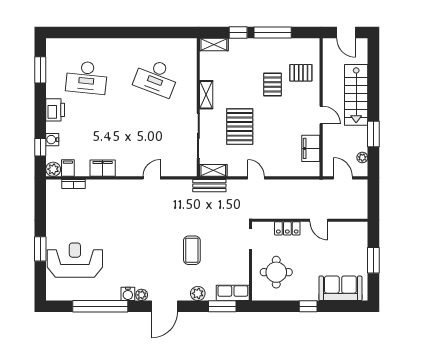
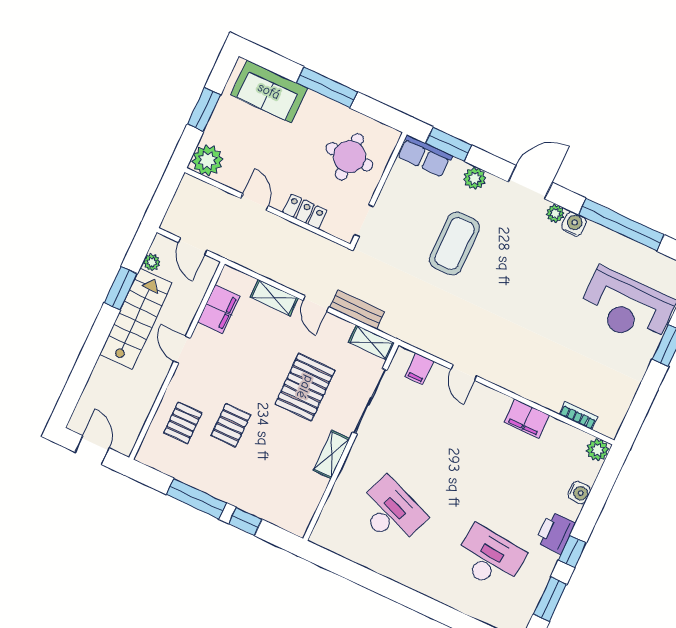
shelving: (214, 45) -> (274, 298), moved
pallet: (301, 73) -> (183, 423), turned 90
stairs: (356, 95) -> (136, 319), moved
window: (40, 147) -> (572, 551), moved
filing cabinet: (68, 168) -> (419, 369), moved
door: (152, 178) -> (464, 373), hinge flipped
bench: (209, 186) -> (357, 310), moved
plant: (358, 232) -> (207, 160), added
coffee table: (192, 250) -> (454, 244), width x1.36, depth x1.32
window: (308, 306) -> (327, 87), width x2.17

